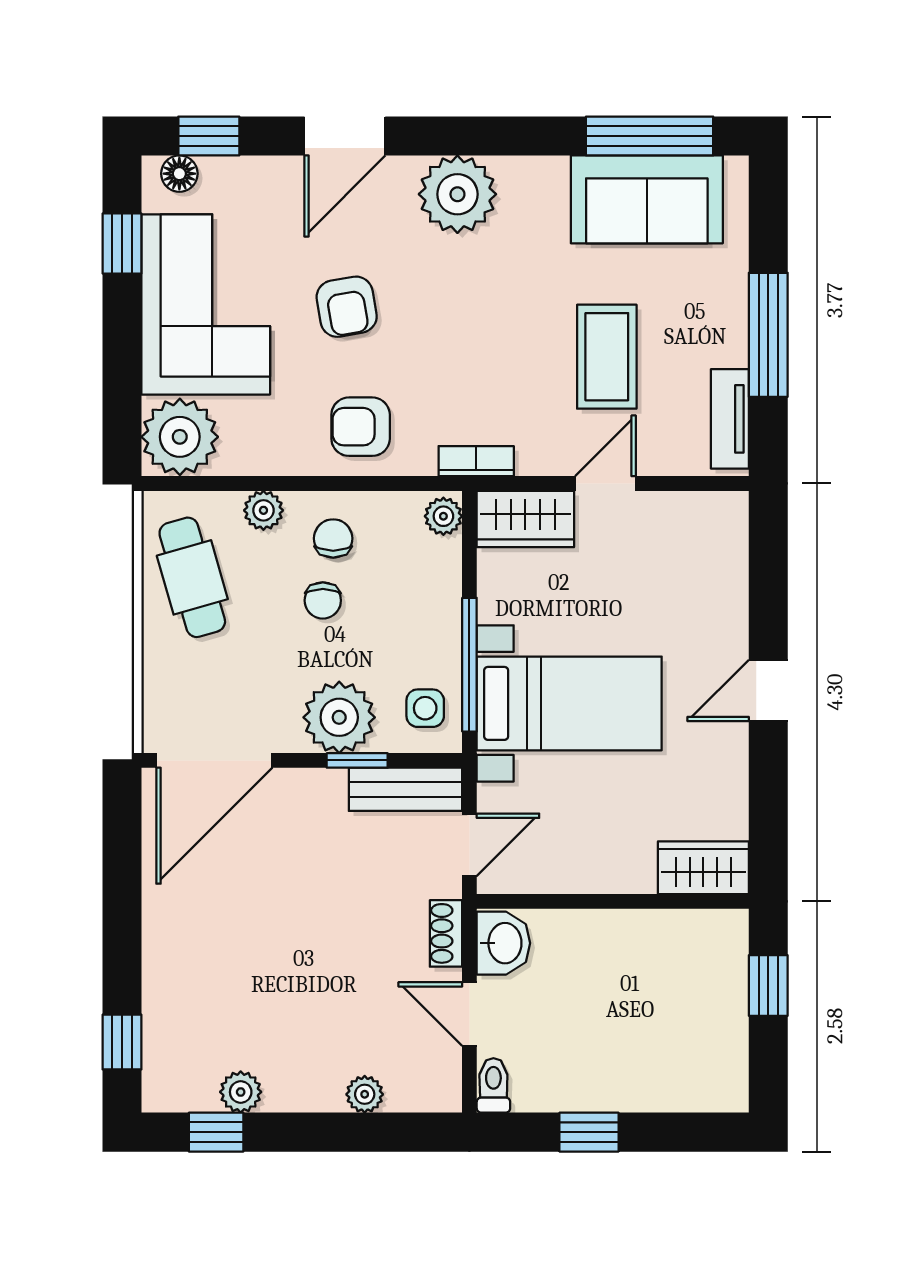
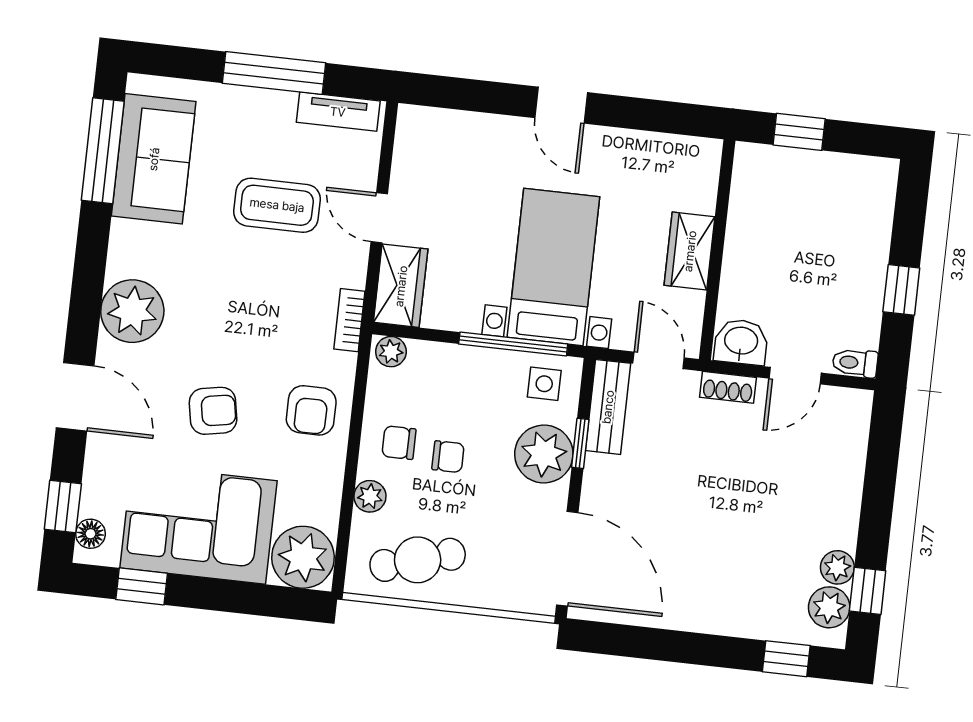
wardrobe: (703, 868) -> (690, 251), moved
plant: (365, 1094) -> (829, 607), moved, width x1.38, depth x1.38

